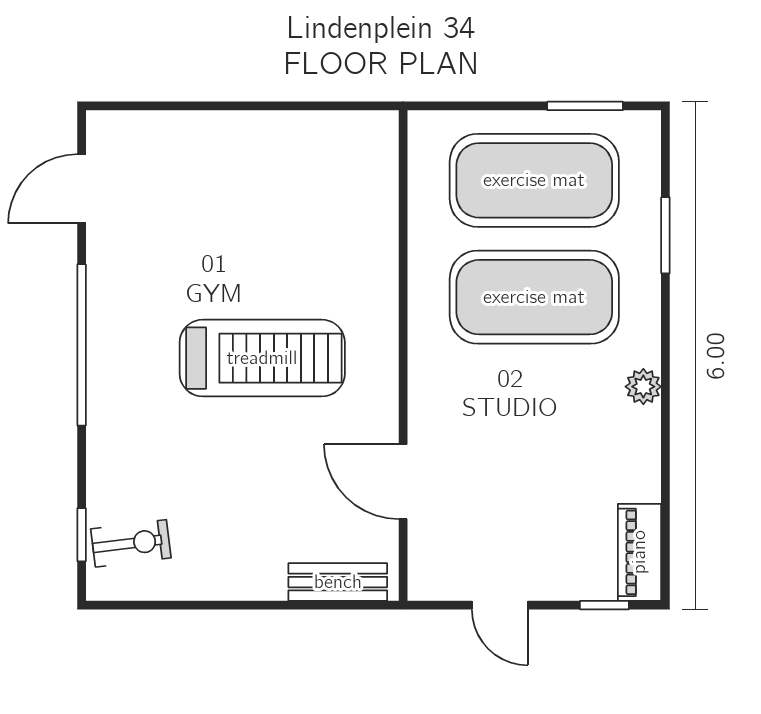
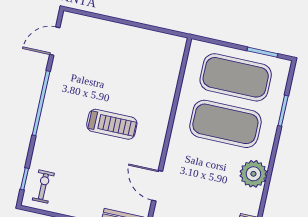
treadmill: (262, 358) -> (112, 124), width x0.73, depth x0.73
plant: (643, 387) -> (253, 174), width x1.87, depth x1.87
exercise bike: (131, 543) -> (43, 187), turned -83

